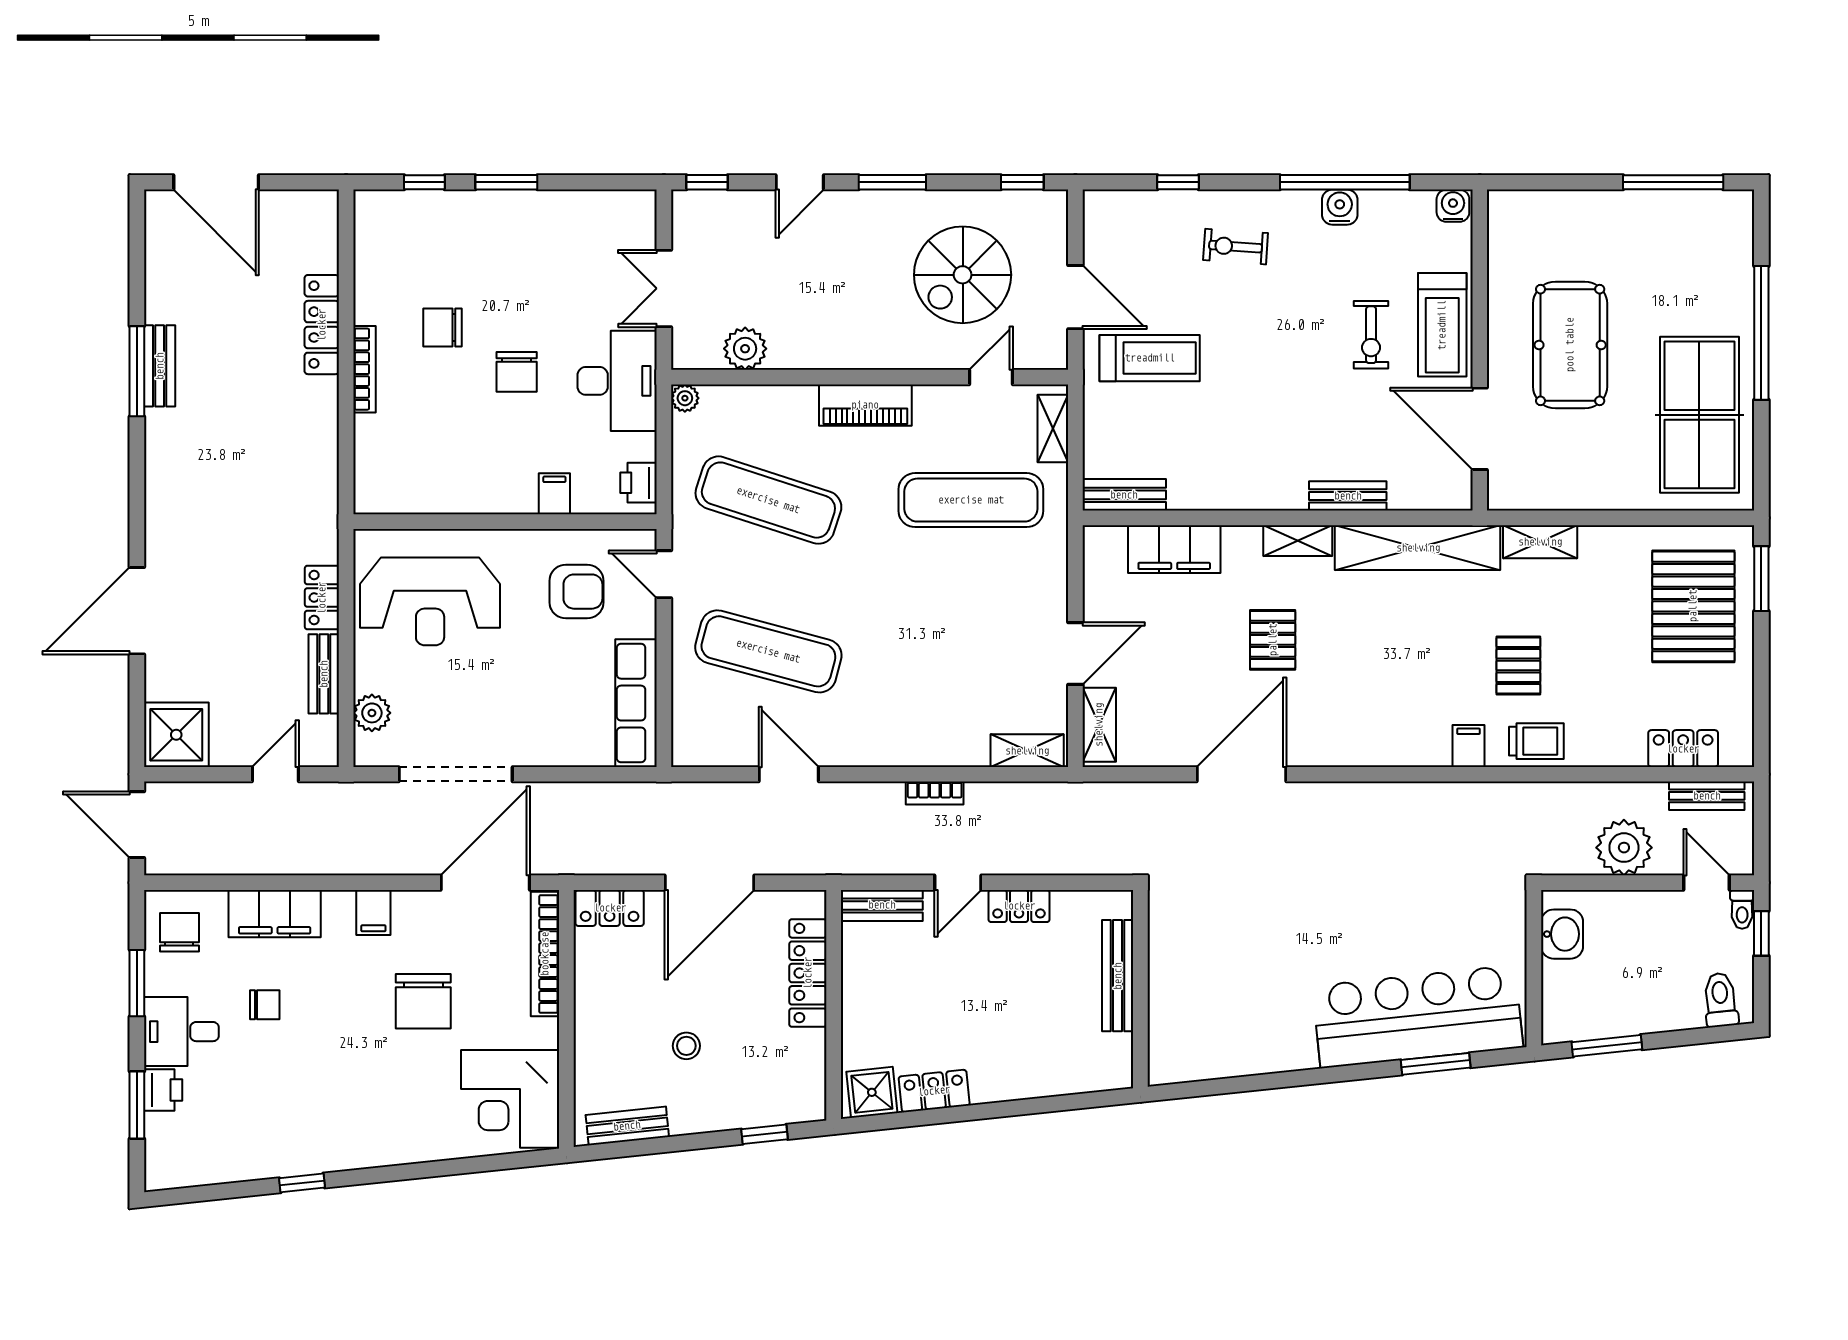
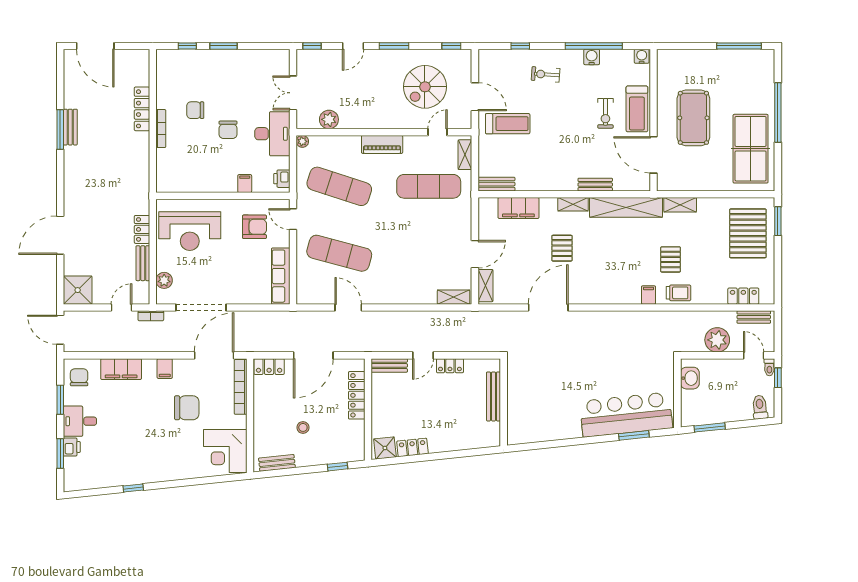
bookcase: (935, 793) -> (151, 316), moved
chair: (423, 1001) -> (187, 408), turned -90
chair: (265, 1005) -> (117, 409), removed

